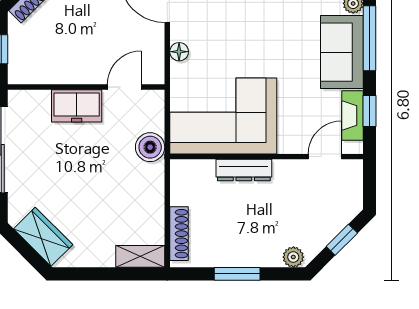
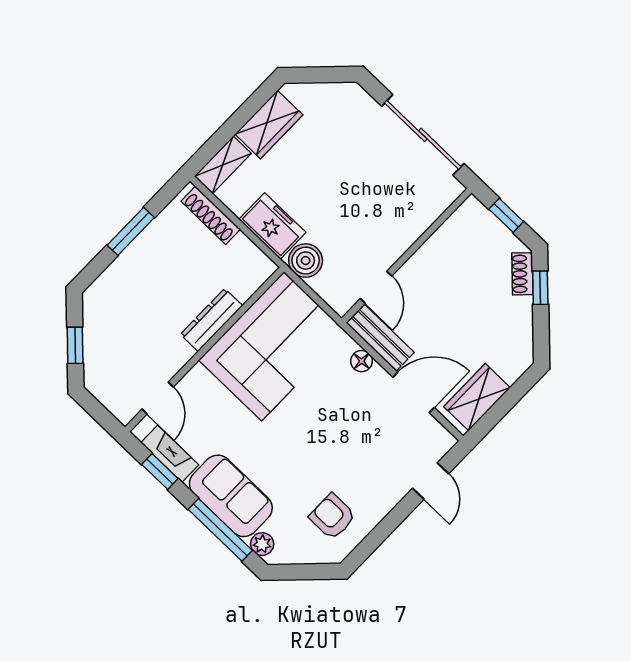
bench: (153, 54) -> (380, 338), added
freezer: (77, 106) -> (272, 226), moved, turned 90
wardrobe: (43, 237) -> (269, 125), moved, turned -45
plant: (293, 257) -> (100, 291), removed

